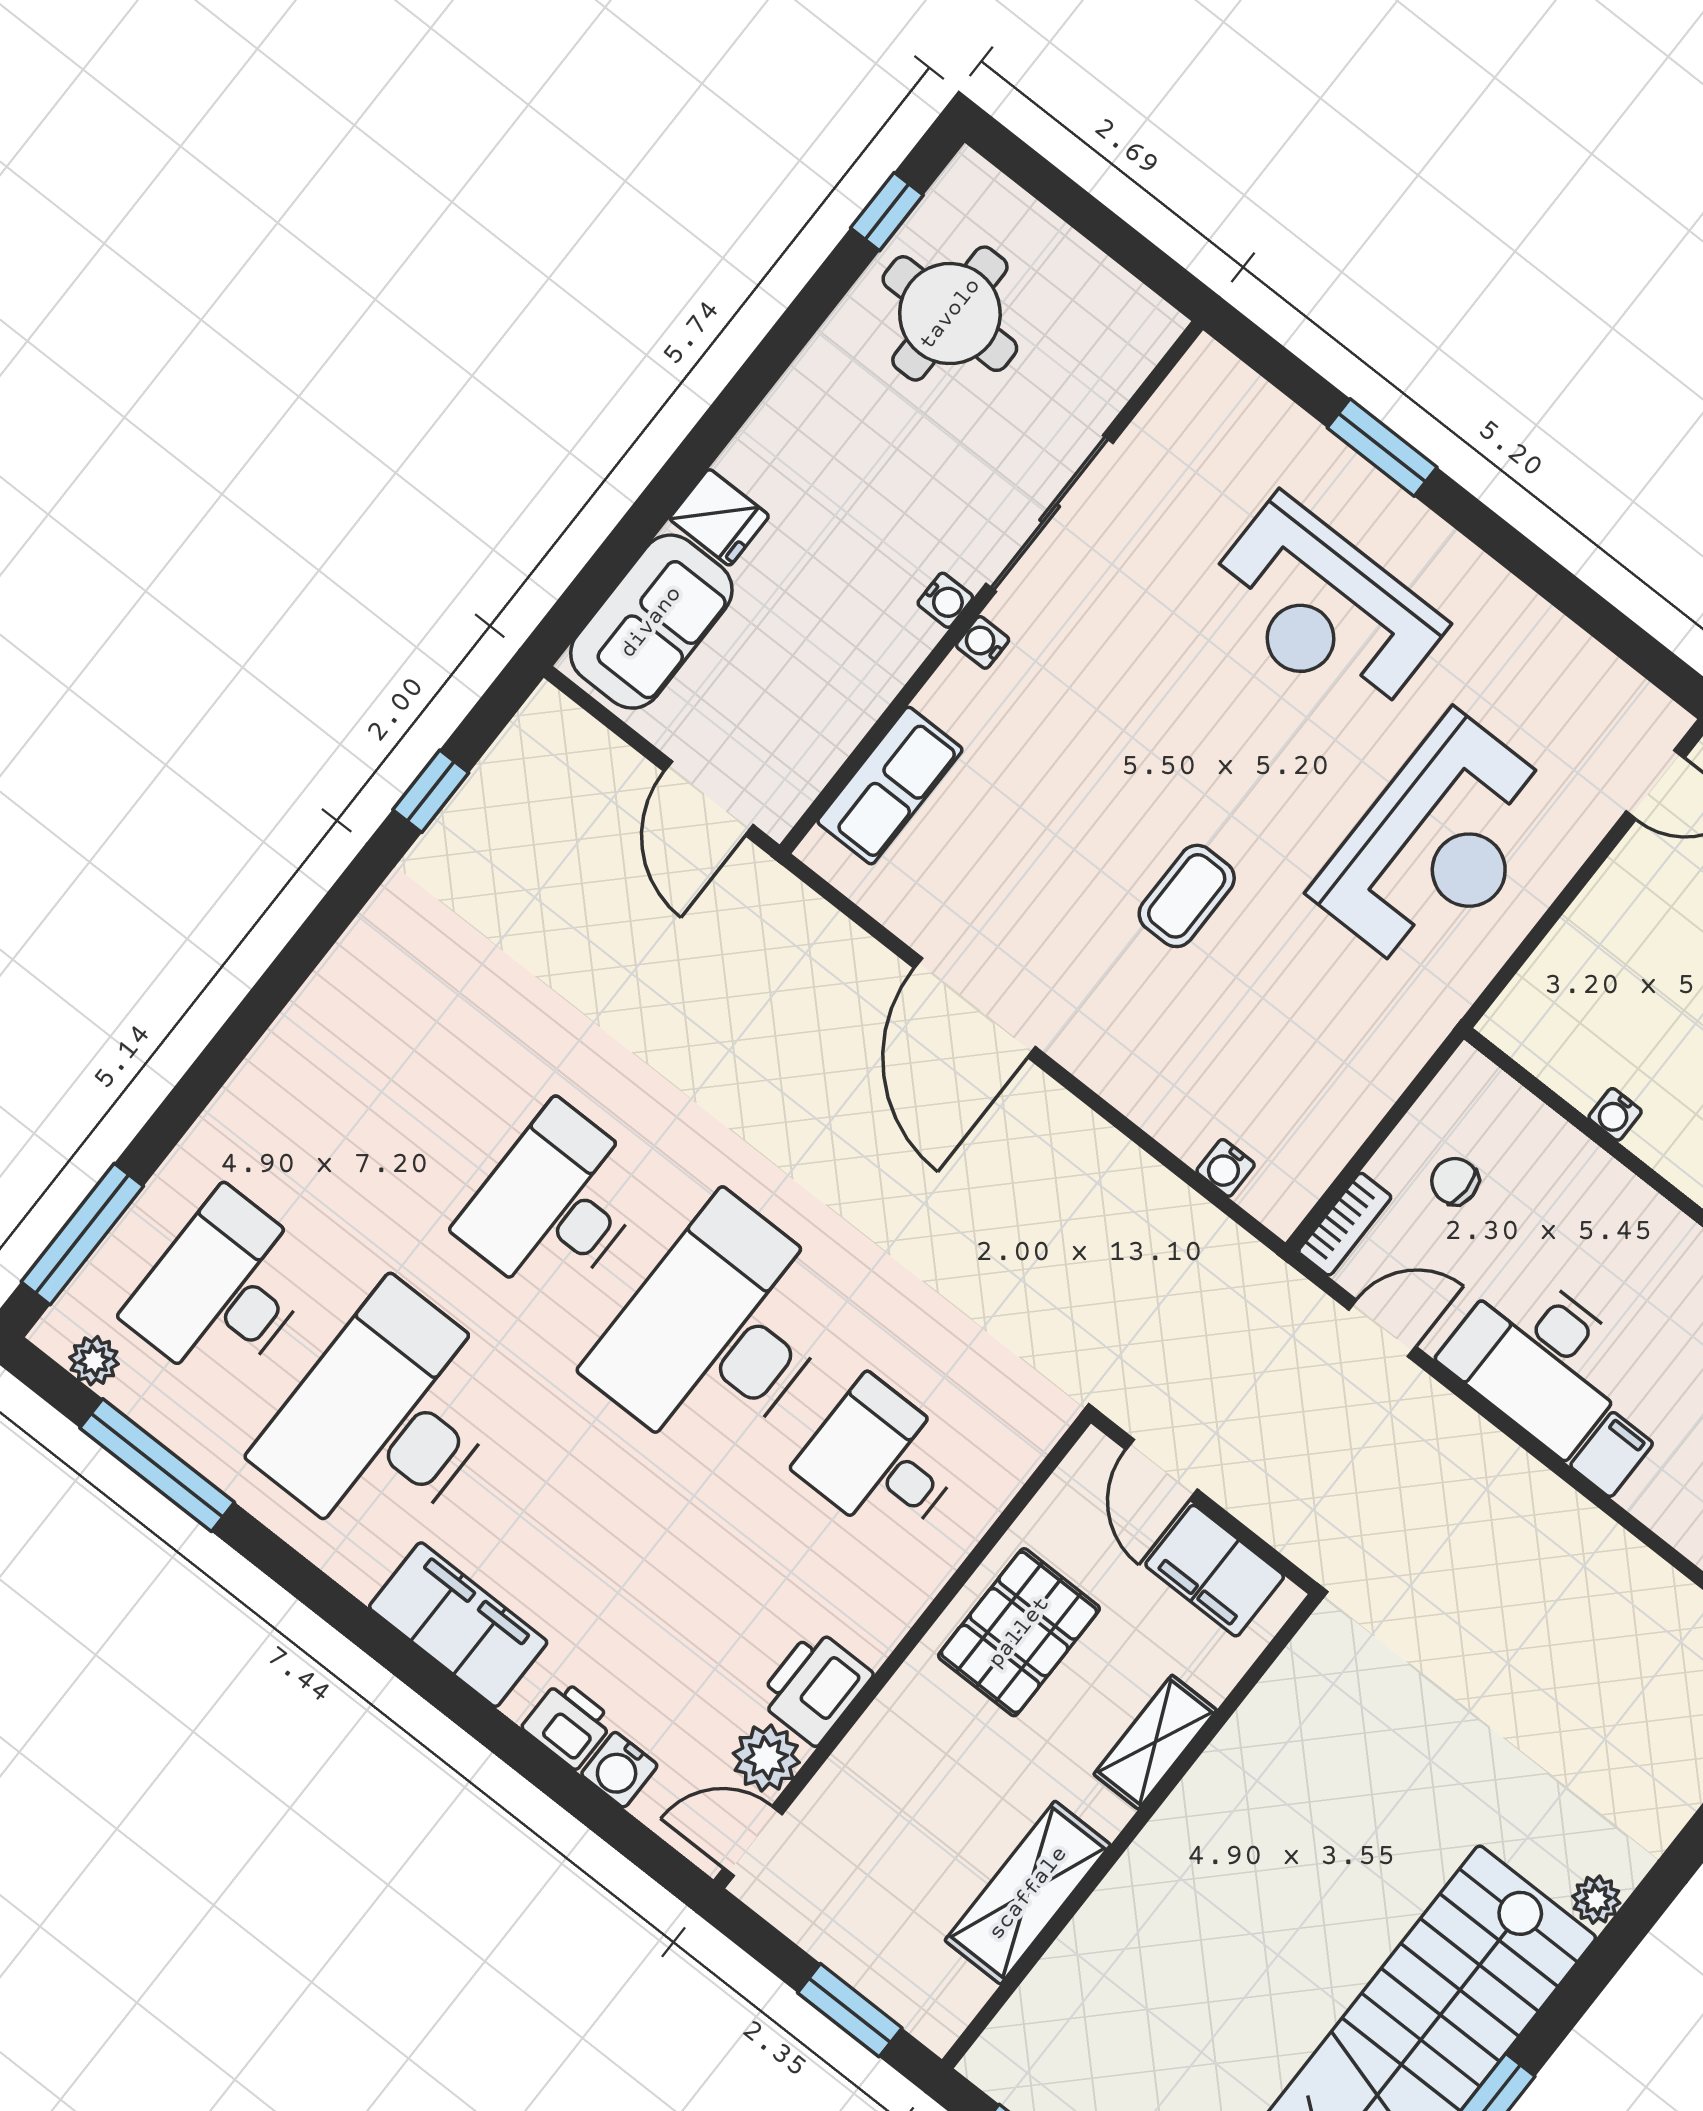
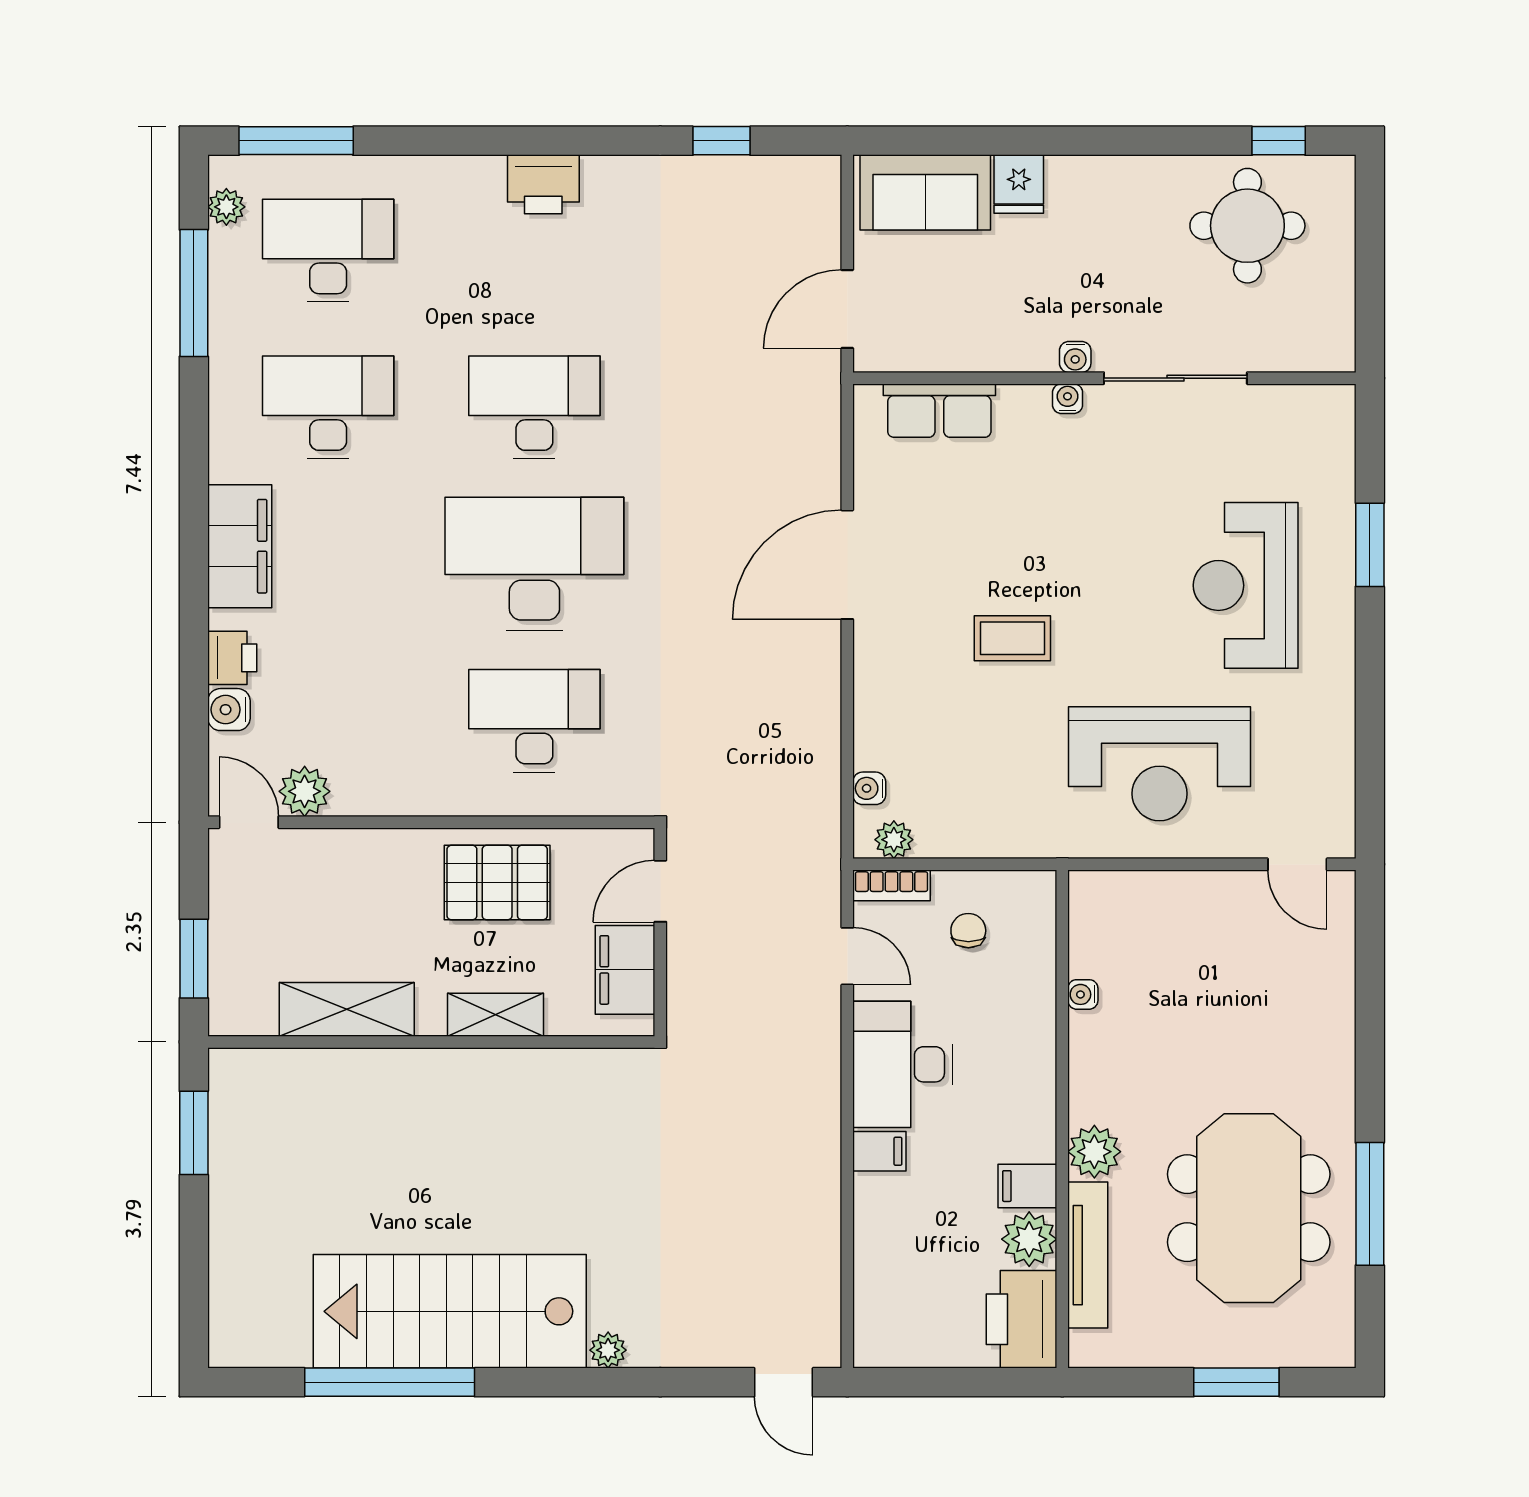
plant: (1299, 1184) -> (894, 840), added
desk: (386, 1419) -> (328, 407), width x0.73, depth x0.77
desk: (881, 1461) -> (534, 721), width x1.37
printer: (815, 1687) -> (543, 184), moved, turned 180

